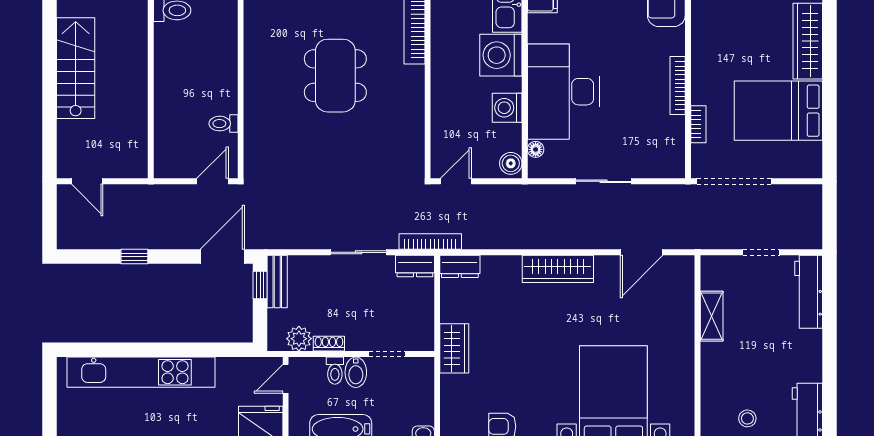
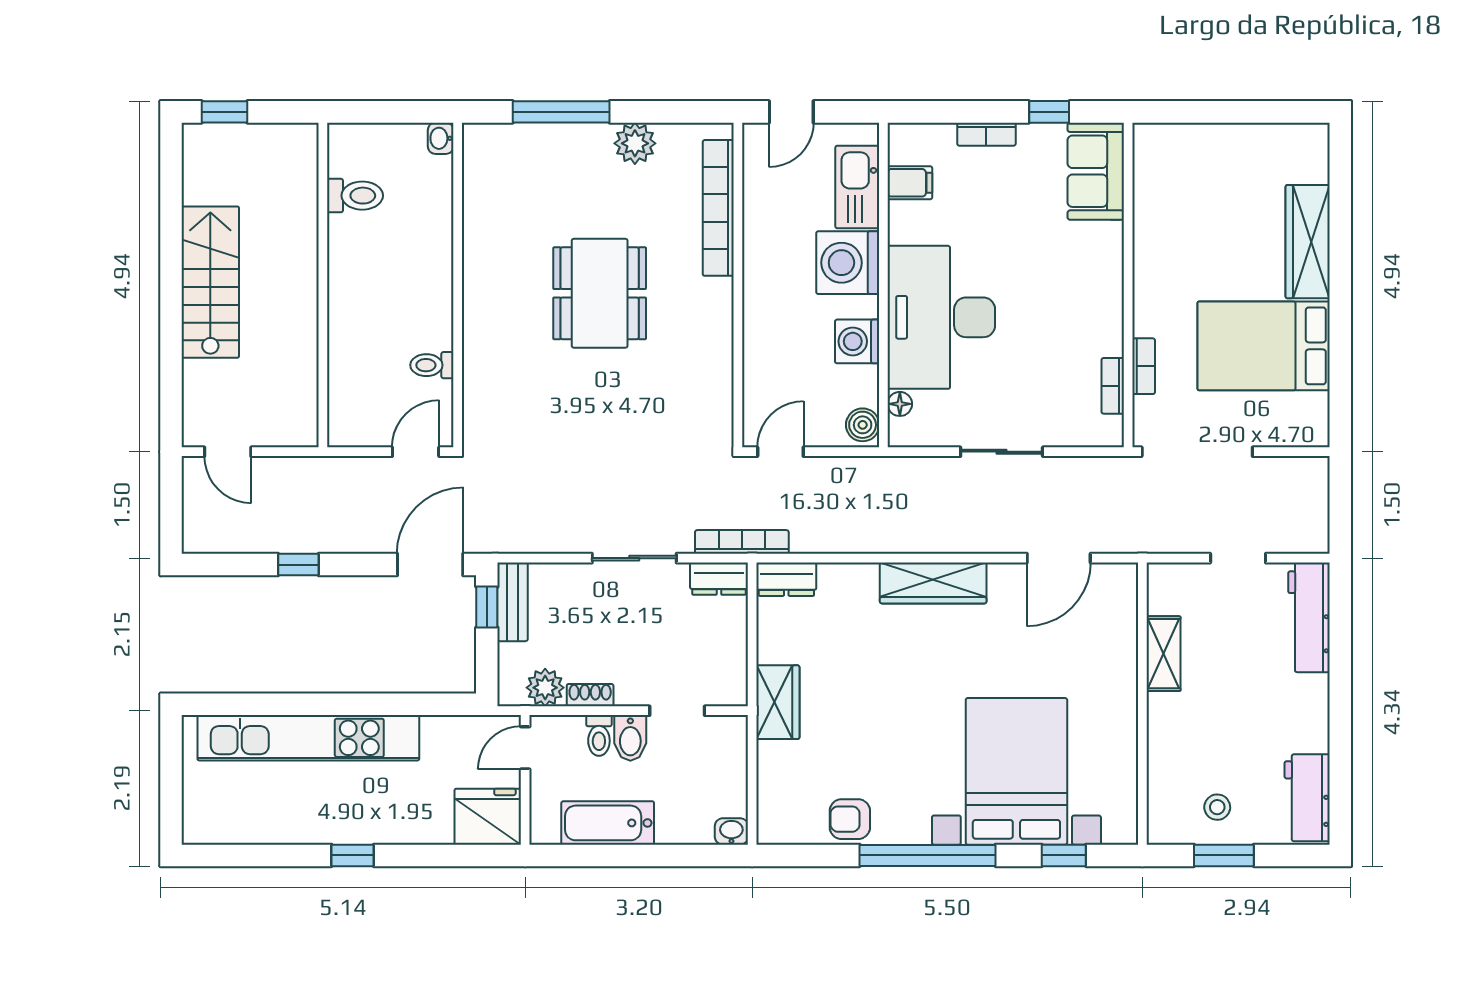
bookcase: (678, 86) -> (1113, 386), moved, width x0.64

